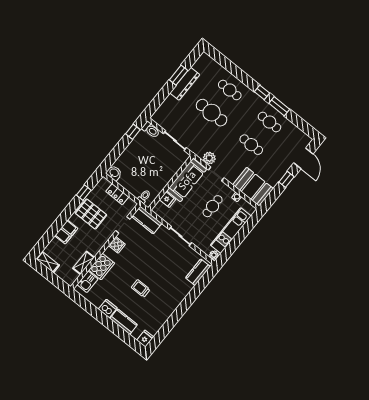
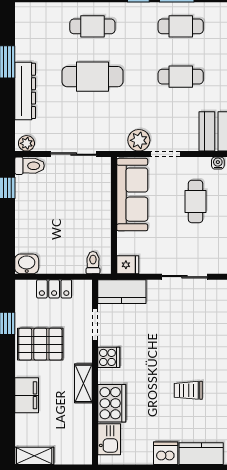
dresser: (185, 84) -> (25, 91), moved
plant: (158, 119) -> (26, 143), added
fridge: (167, 200) -> (128, 265), moved
shelving: (84, 263) -> (83, 383), moved

